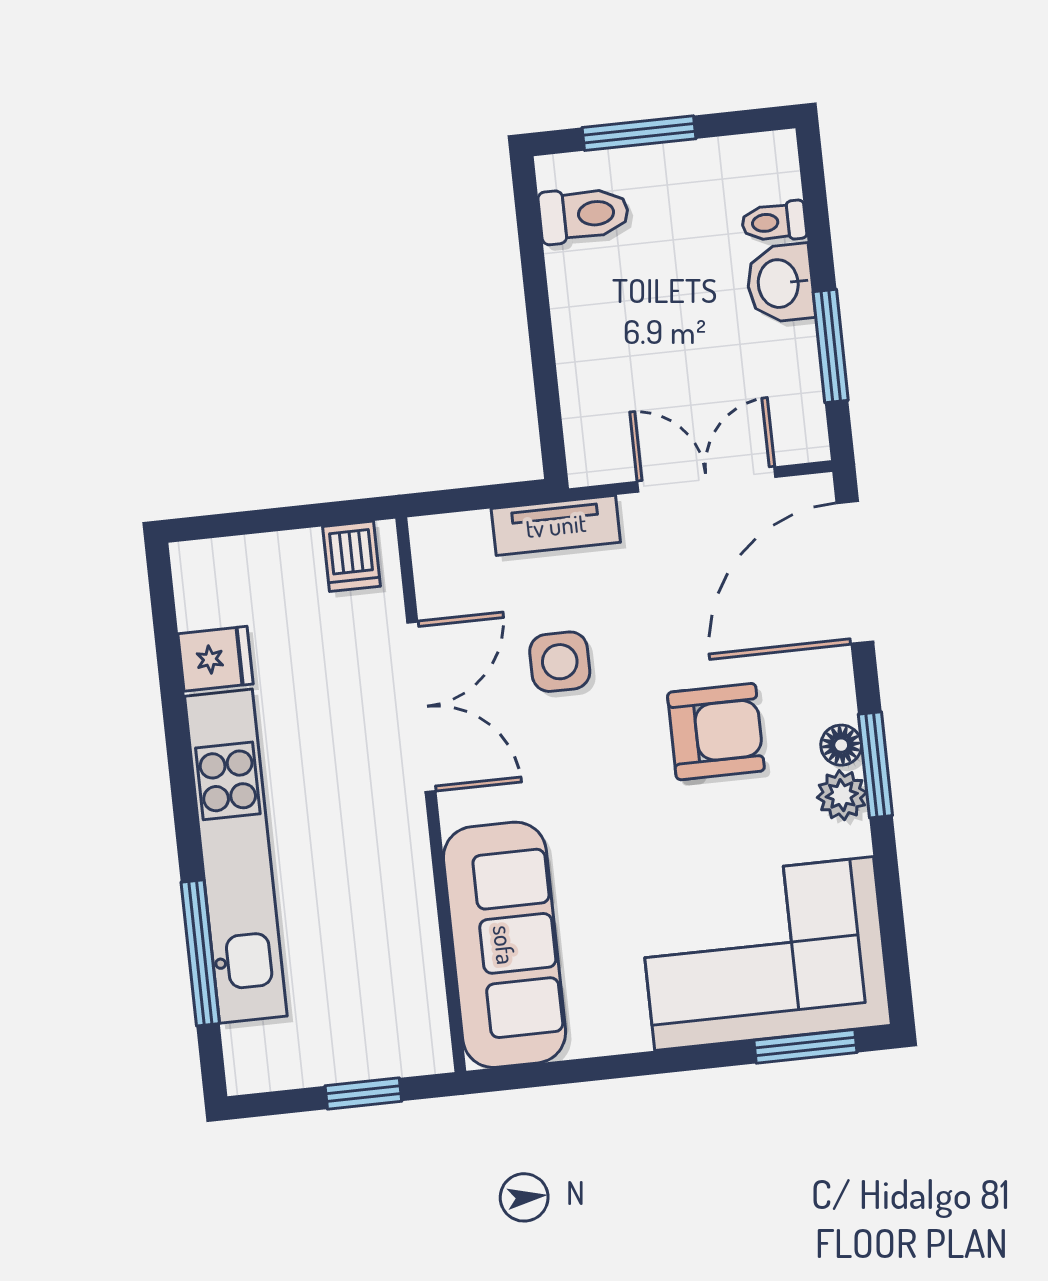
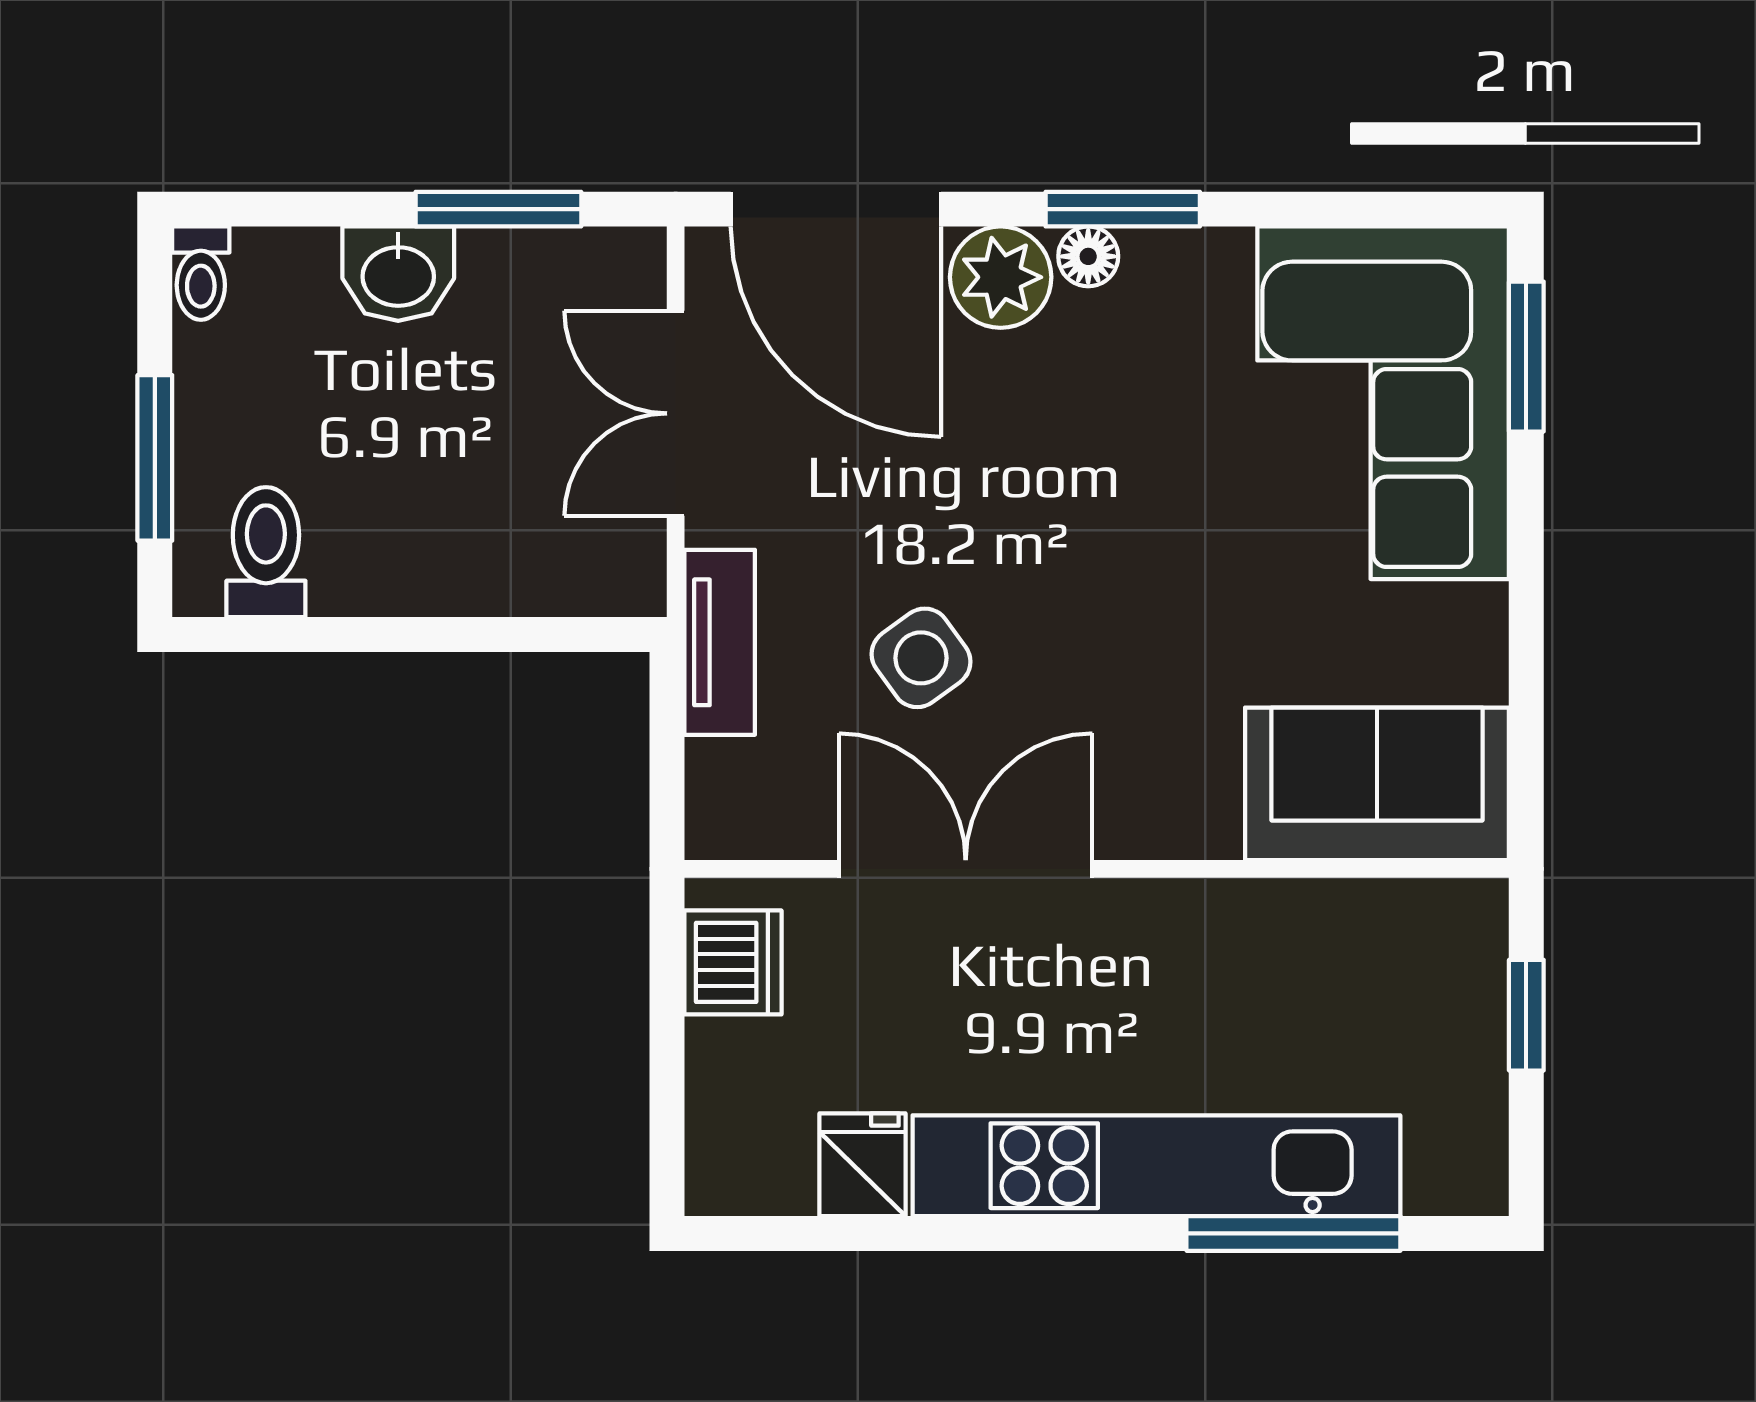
toilet: (774, 222) -> (201, 273), moved
dishwasher: (351, 556) -> (733, 962), width x1.38
side table: (560, 662) -> (921, 658), turned -36
armchair: (716, 732) -> (1049, 439), removed
plant: (842, 795) -> (1001, 277), moved, width x1.38, depth x1.38
sofa: (505, 945) -> (1377, 784), width x0.73

